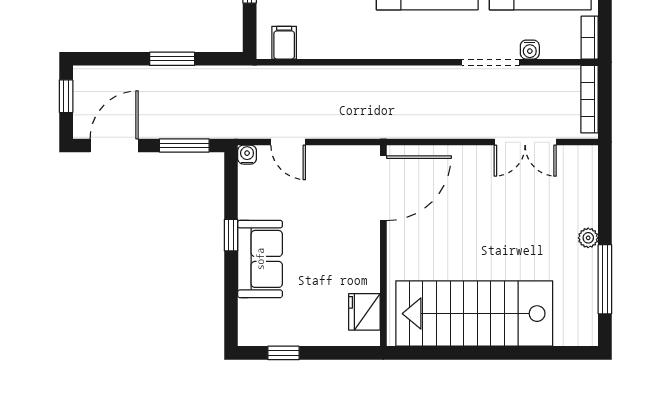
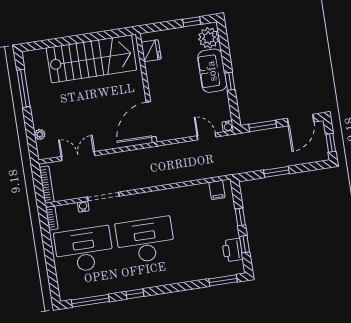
plant: (588, 238) -> (40, 134), moved
plant: (257, 319) -> (209, 38), added

